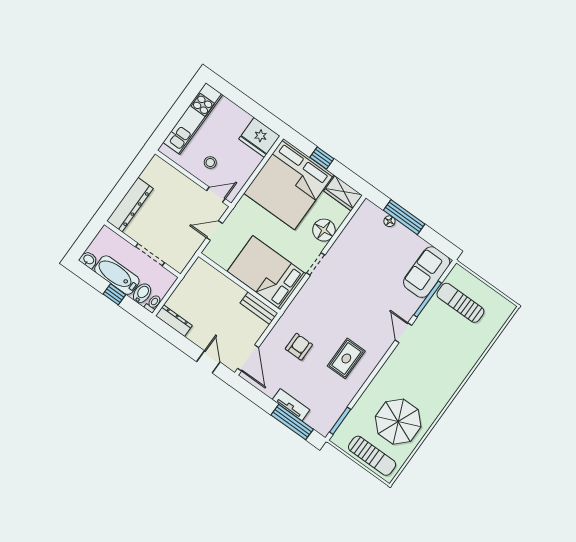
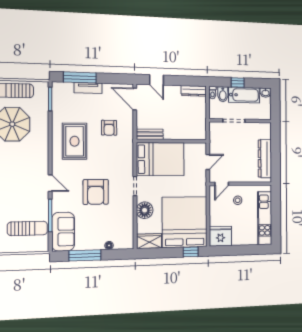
window: (322, 158) -> (191, 252), moved
dresser: (130, 205) -> (265, 159), moved
window: (404, 217) -> (85, 255), moved
armchair: (363, 289) -> (96, 192), added
rug: (346, 358) -> (75, 141), width x1.36, depth x1.43

